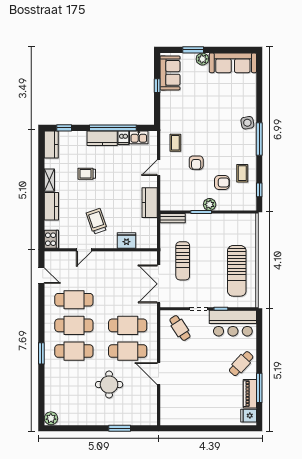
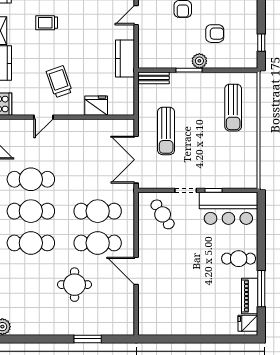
coffee table: (242, 173) -> (240, 22), removed
sun lounger: (237, 271) -> (233, 108), moved, width x0.73, depth x0.75
cafe table: (241, 364) -> (239, 259), turned 47

